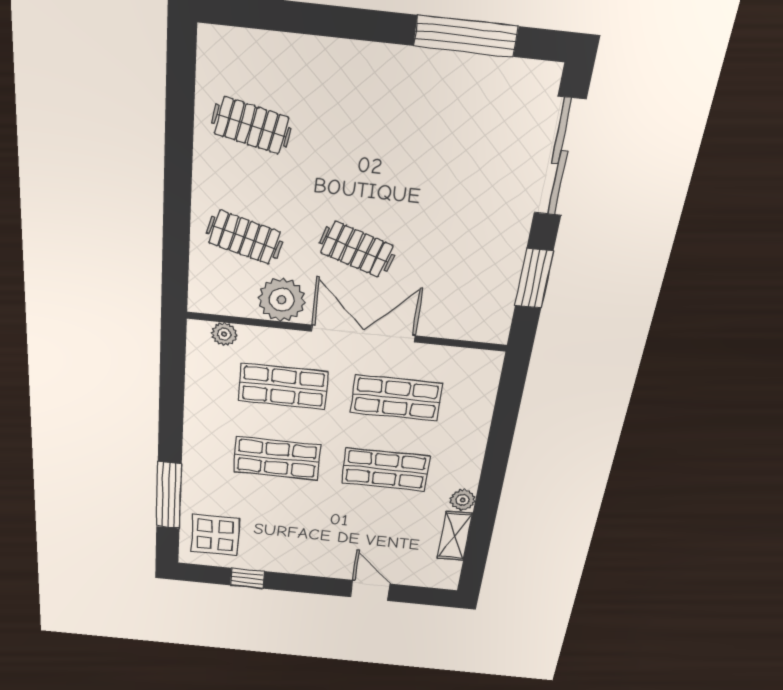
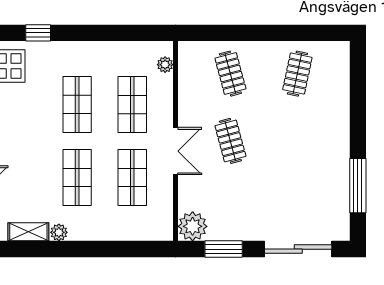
clothes rail: (244, 237) -> (230, 74), turned -30
clothes rail: (357, 249) -> (230, 141), turned -33
plant: (282, 300) -> (193, 226), moved
double door: (363, 333) -> (176, 151), width x0.73
window: (169, 496) -> (38, 33), width x0.46

